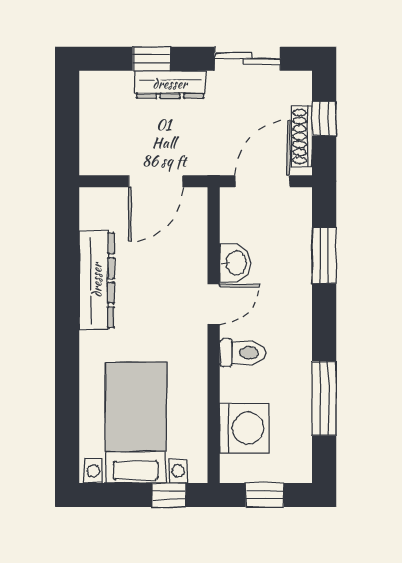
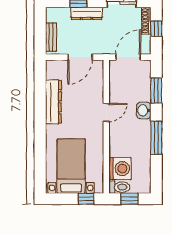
shoe rack: (302, 136) -> (146, 21), moved
bench: (91, 137) -> (51, 37), added
washbasin: (235, 263) -> (144, 110), moved, turned 180
toilet: (243, 353) -> (119, 187), moved
window: (324, 398) -> (156, 138), moved

